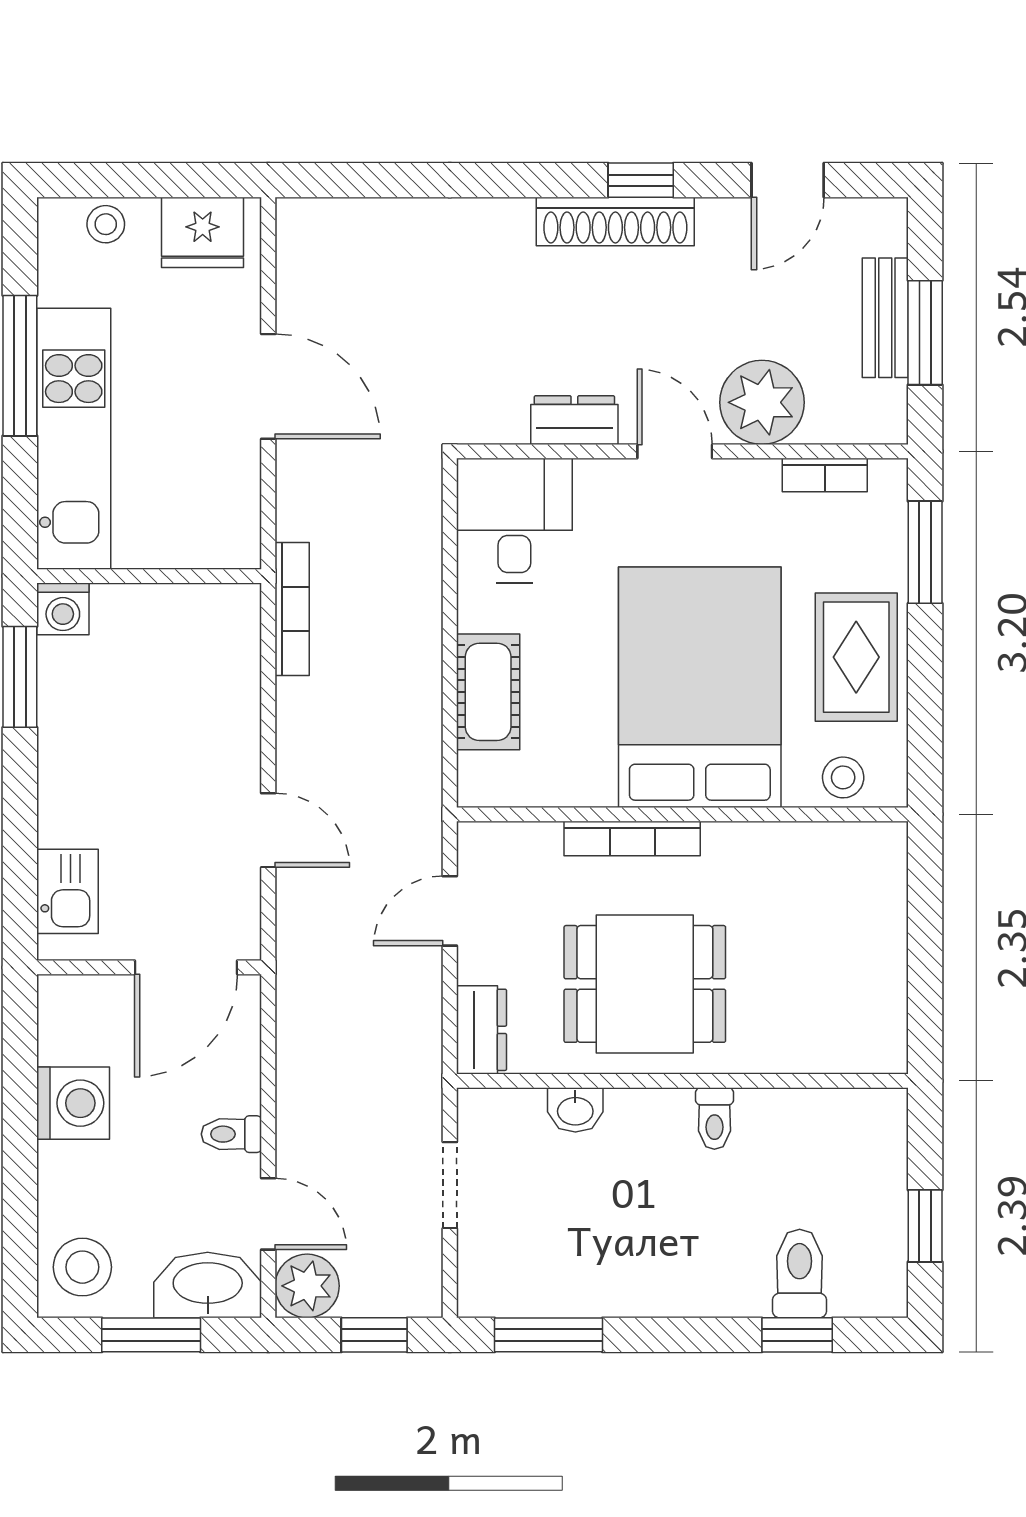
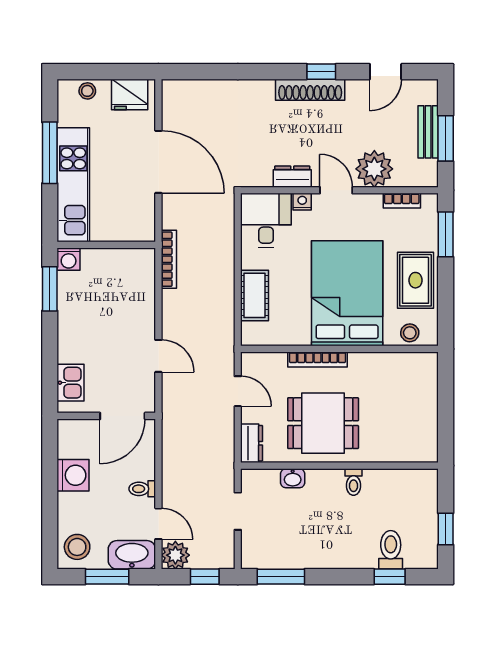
door: (268, 386) -> (158, 162), width x1.36
nightstand: (597, 477) -> (302, 202), added
door: (450, 911) -> (238, 391), swing flipped

